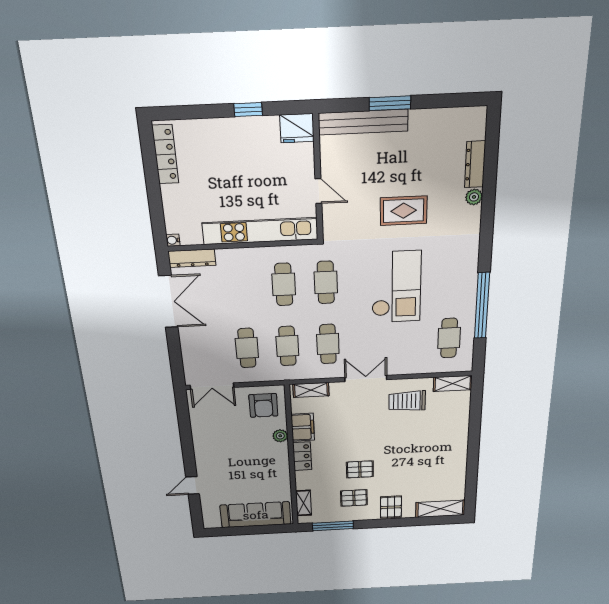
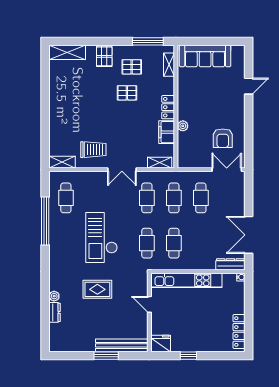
dresser: (475, 164) -> (55, 312), width x0.70
armchair: (263, 405) -> (223, 138), moved, turned 180

